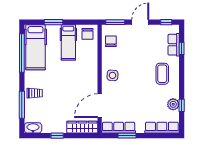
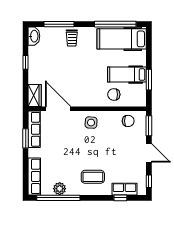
window: (54, 22) -> (149, 80), moved
chair: (87, 34) -> (114, 94), moved
window: (182, 105) -> (58, 198), width x3.17
wardrobe: (82, 127) -> (35, 95), width x0.67

